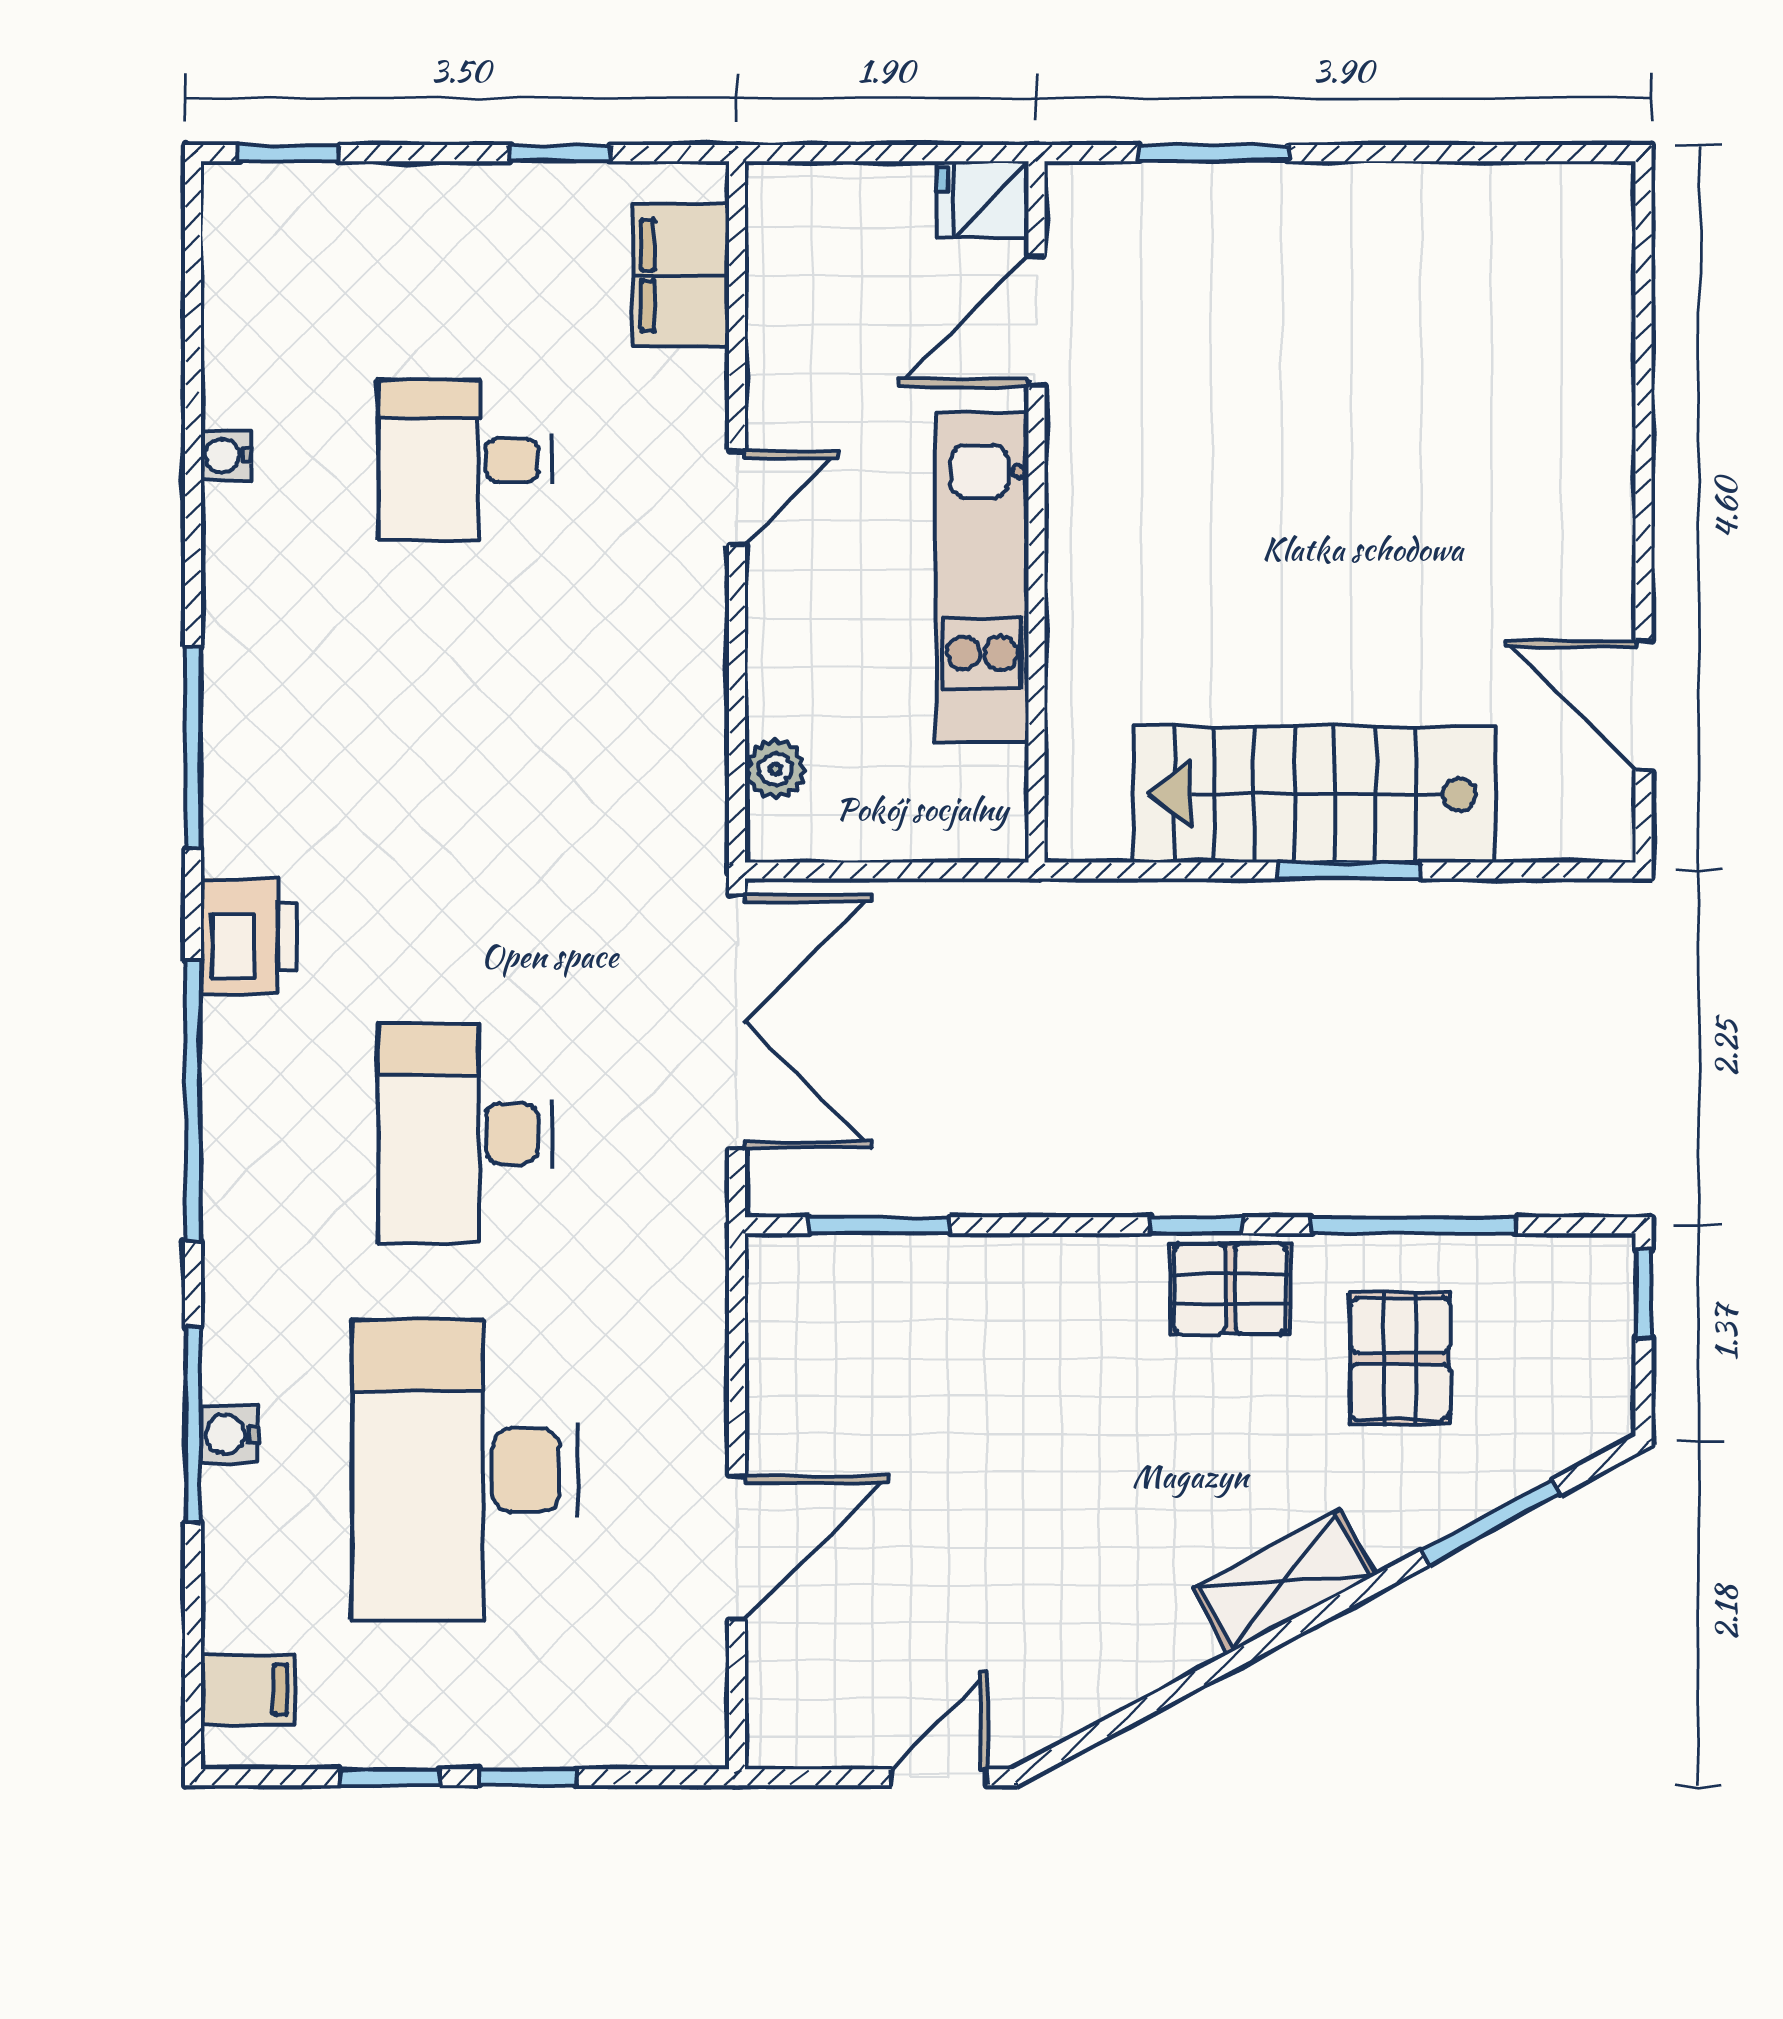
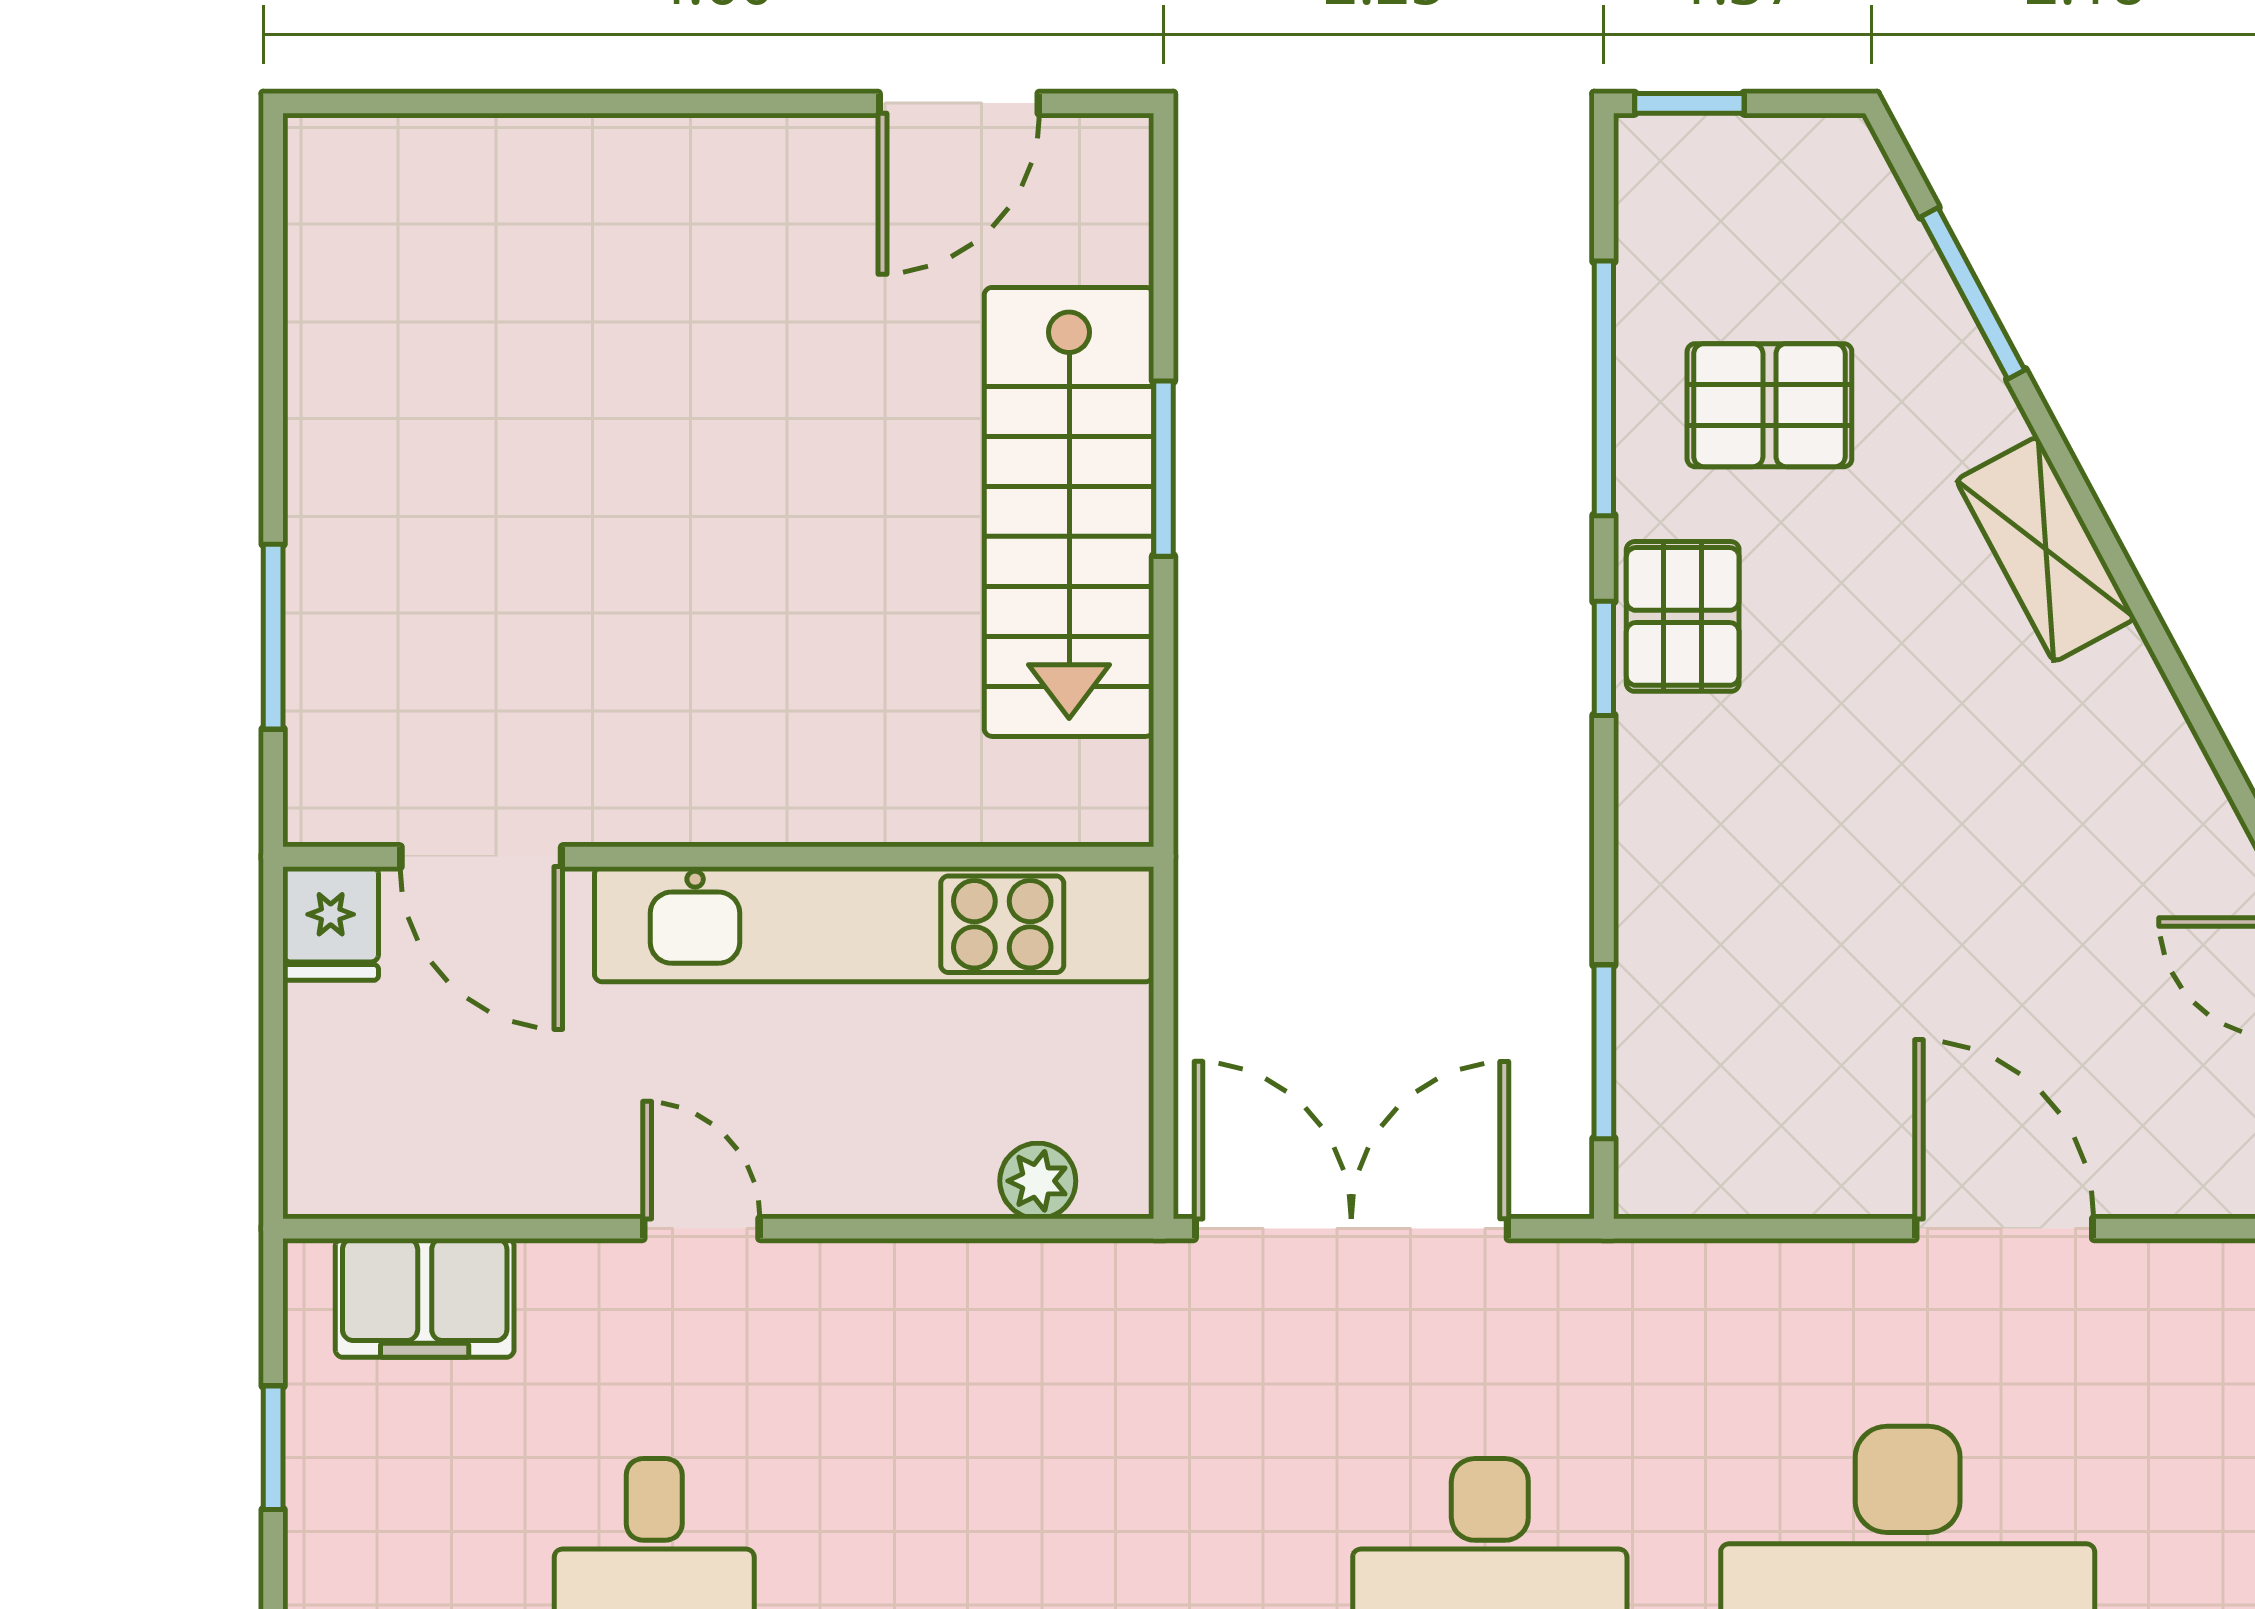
kitchen unit: (982, 577) -> (874, 924), width x1.36

